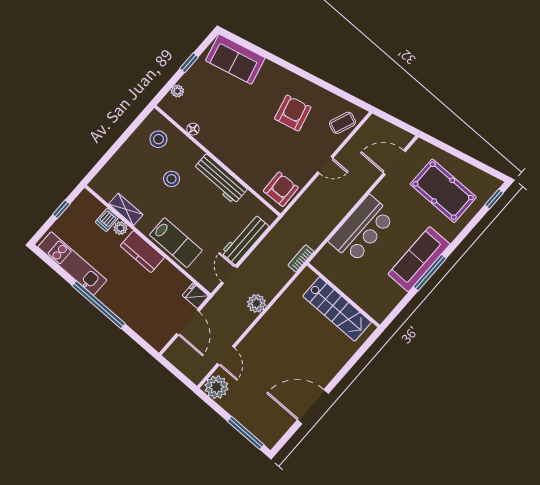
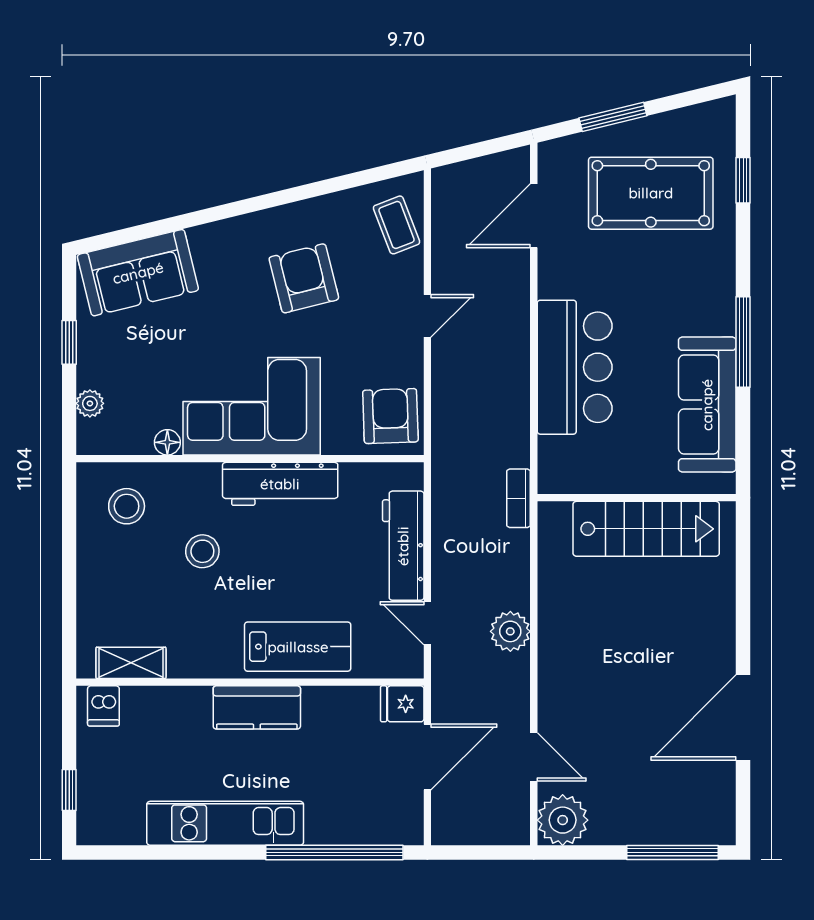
coffee table: (342, 123) -> (396, 225), turned -43
corner sofa: (234, 142) -> (252, 406), added
window: (453, 152) -> (613, 117), added
window: (494, 199) -> (743, 180), moved
window: (61, 209) -> (69, 790), moved
shelving: (126, 209) -> (131, 663), moved
dishwasher: (107, 220) -> (103, 706), moved
plant: (121, 228) -> (190, 700), removed
sofa: (419, 259) -> (707, 405), moved
kitchen unit: (72, 264) -> (225, 823), moved
window: (99, 305) -> (334, 852), moved
door: (188, 322) -> (427, 757), hinge flipped

